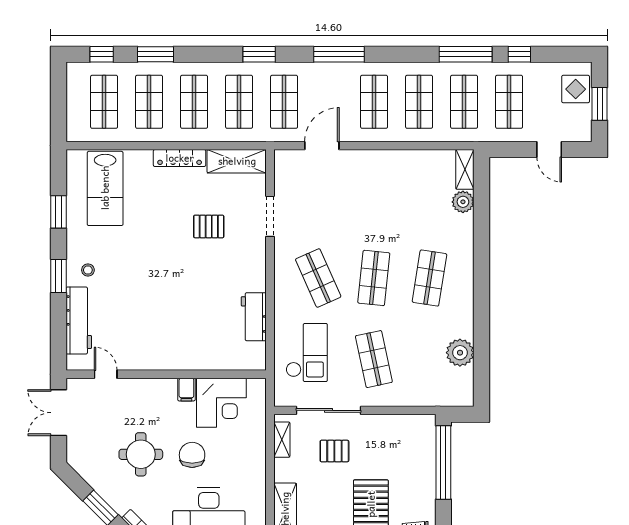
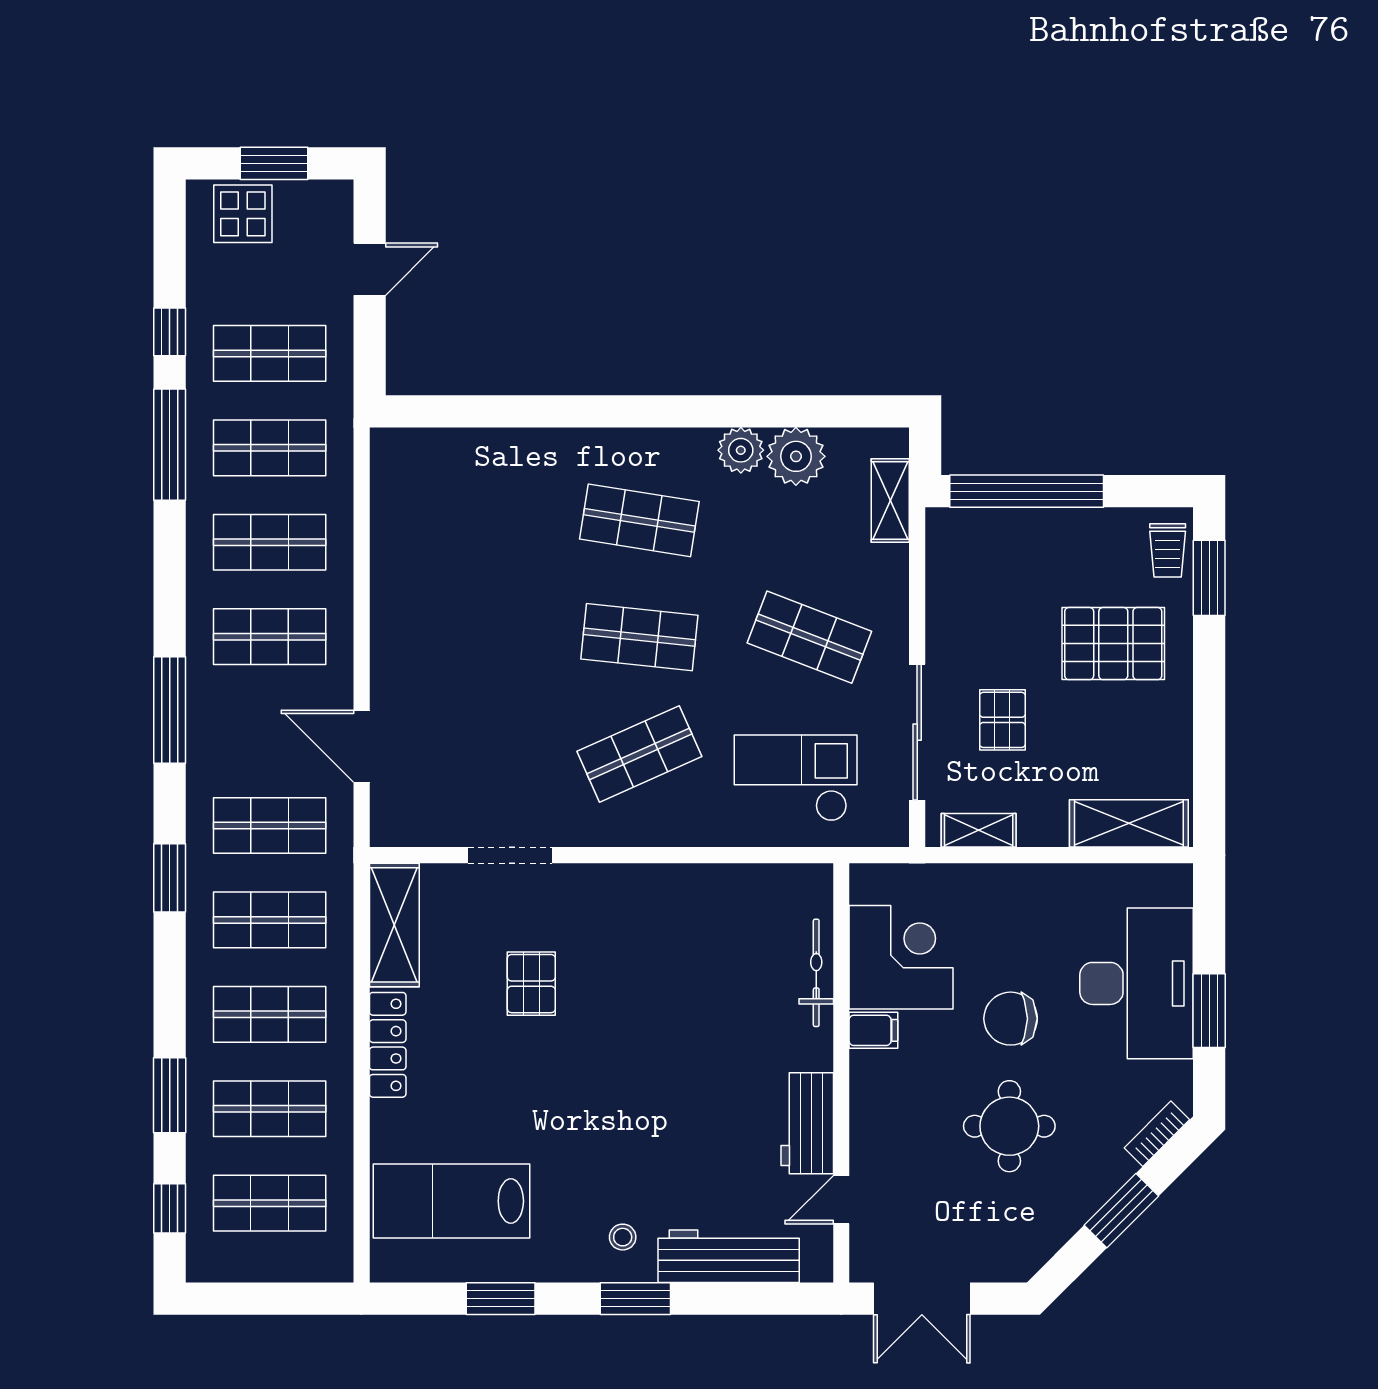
shelving: (465, 169) -> (890, 500), moved, turned 90
lab bench: (105, 188) -> (451, 1201), turned 180
plant: (463, 202) -> (741, 450), moved
workbench: (254, 317) -> (807, 1123), moved, turned 90
shop shelf: (374, 359) -> (809, 637), turned 33
bicycle: (214, 362) -> (816, 973), added

